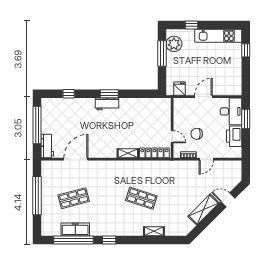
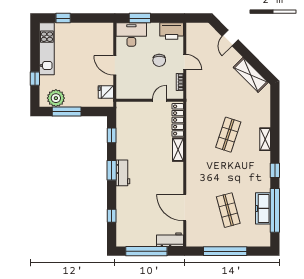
window: (141, 94) -> (112, 135), added
chair: (197, 134) -> (159, 60), moved
printer: (234, 136) -> (172, 31), moved
shelving: (204, 210) -> (251, 75), moved
shelving: (154, 231) -> (265, 139), moved

